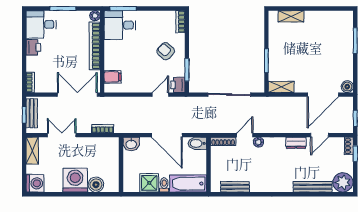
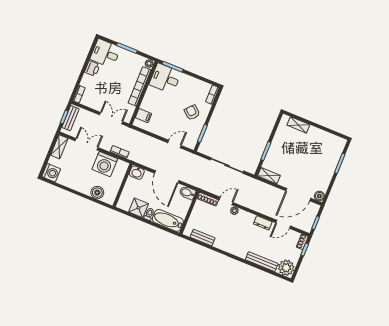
printer: (178, 85) -> (191, 142), removed
double door: (77, 95) -> (111, 118), width x0.73
washing machine: (75, 180) -> (105, 164), moved, turned 180

